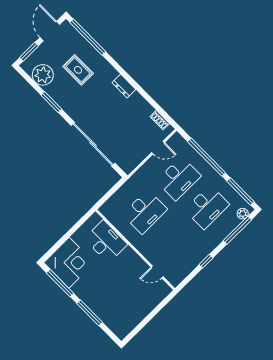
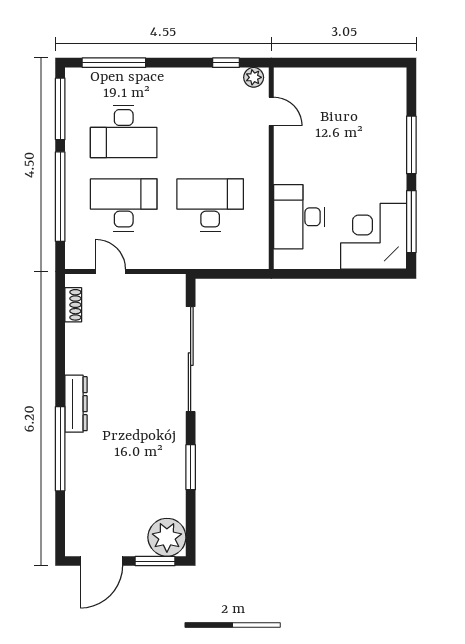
window: (88, 37) -> (60, 449), moved
rug: (78, 70) -> (115, 475), removed
plant: (43, 75) -> (167, 537), moved
dresser: (124, 86) -> (76, 404), width x1.44
desk: (207, 207) -> (124, 132), turned 180
plant: (243, 214) -> (254, 77), moved
window: (206, 261) -> (226, 63), moved

